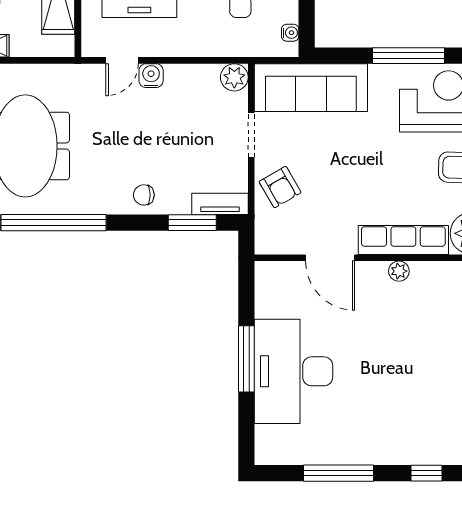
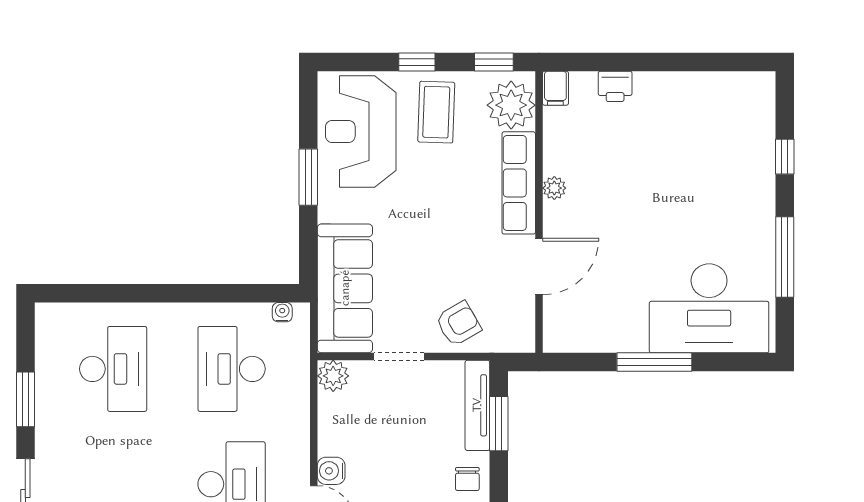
window: (408, 56) -> (308, 177), width x0.69
tv unit: (220, 204) -> (477, 405), width x1.41
desk: (294, 371) -> (709, 308), moved

